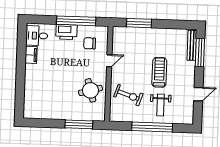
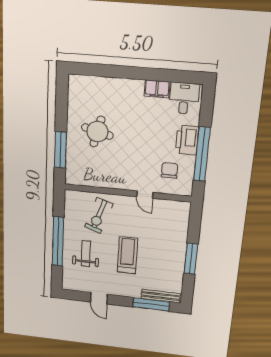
window: (139, 23) -> (191, 259), moved
treadmill: (159, 72) -> (127, 255), turned -90
round table: (90, 90) -> (97, 132), moved, turned 30
weight bench: (161, 105) -> (86, 254), turned 90

